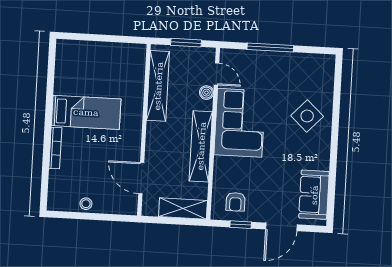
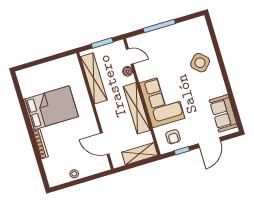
bed: (86, 112) -> (51, 108), width x1.50
corner sofa: (240, 123) -> (162, 101), moved

